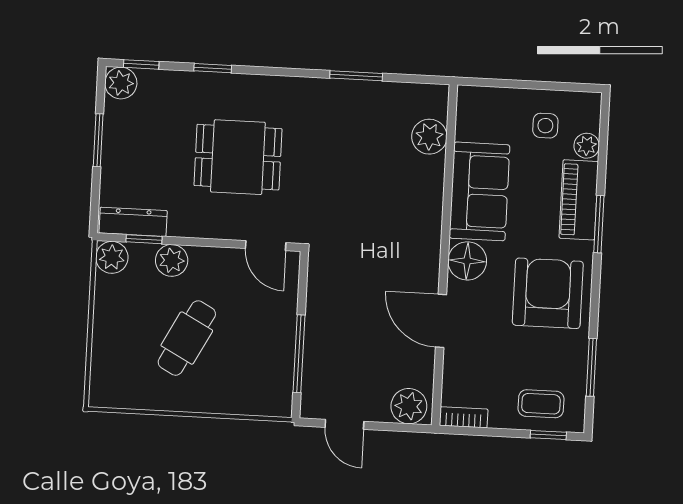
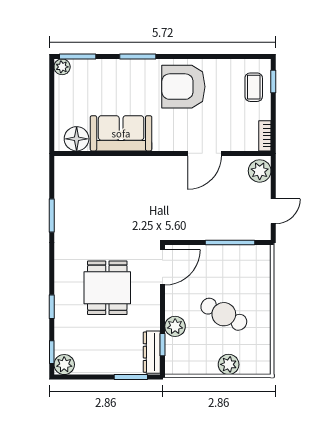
side table: (545, 126) -> (77, 94), removed
plant: (429, 137) -> (88, 167), removed
window: (98, 140) -> (131, 377), moved
plant: (587, 146) -> (62, 67), moved
piano: (579, 200) -> (123, 70), removed
door: (266, 246) -> (163, 267), width x1.37
plant: (112, 257) -> (229, 364), moved
floor lamp: (467, 261) -> (77, 139), moved
window: (591, 367) -> (78, 56), moved

